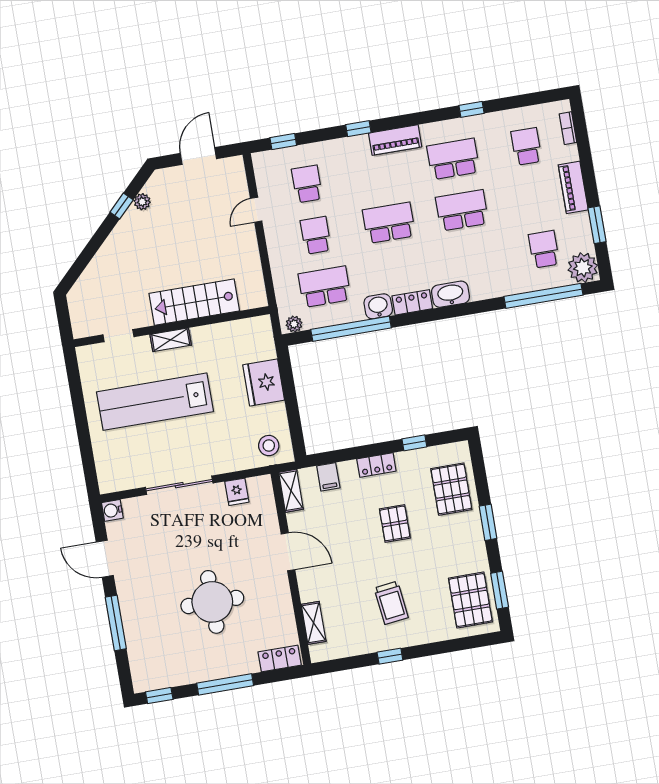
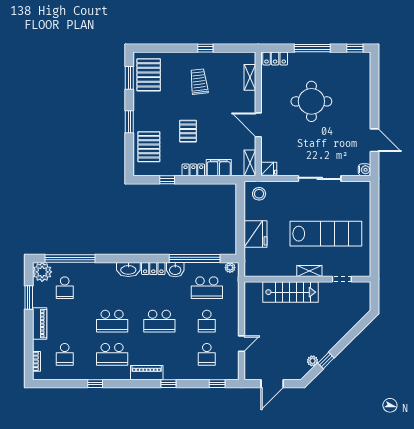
filing cabinet: (328, 477) -> (219, 168), width x2.00
fridge: (237, 492) -> (269, 169), moved, turned 90
window: (116, 623) -> (374, 99), removed

